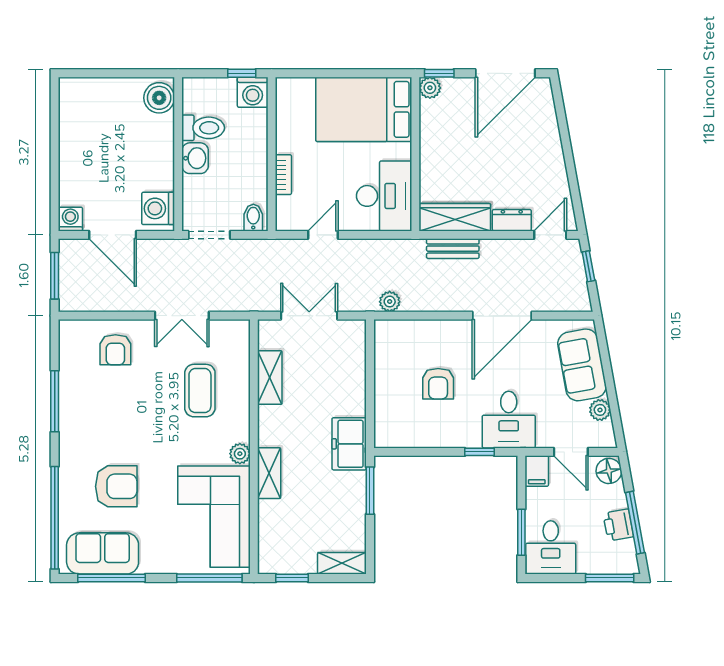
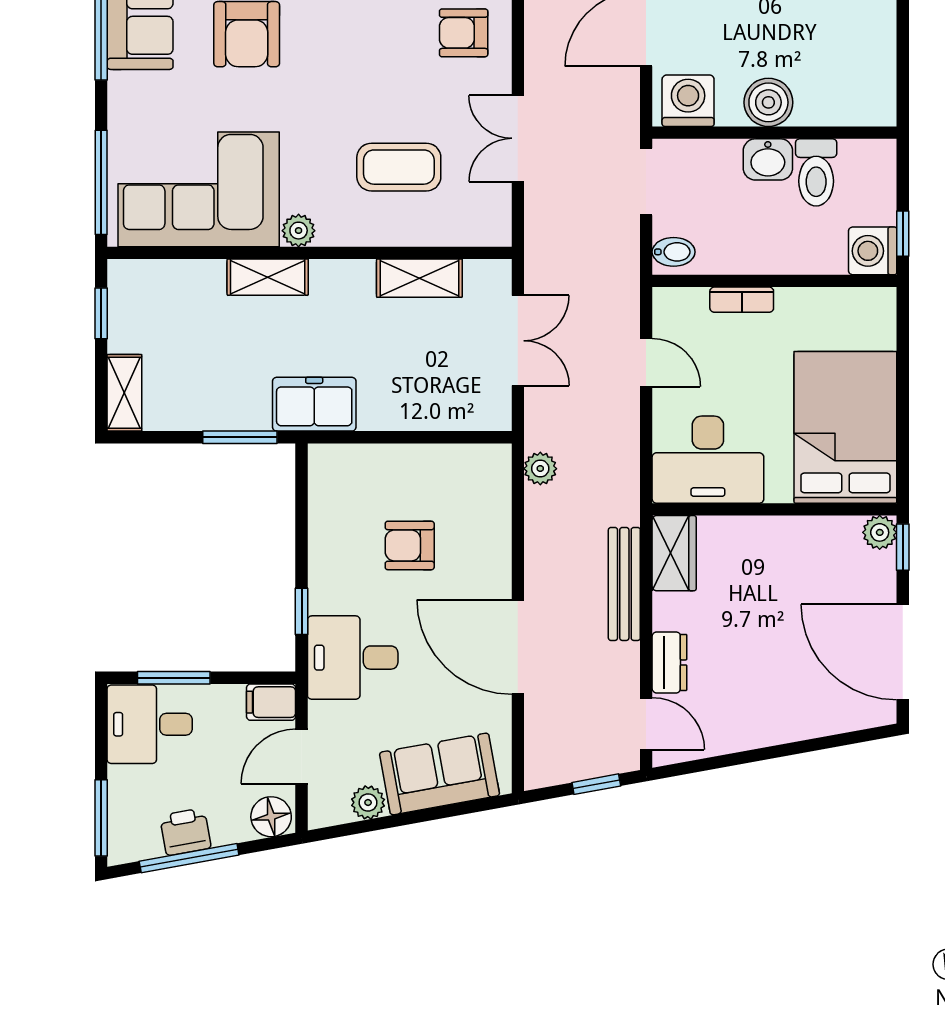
boiler: (159, 98) -> (768, 102), moved
wardrobe: (455, 217) -> (674, 553), width x0.67
bench: (453, 249) -> (624, 584), width x1.36

